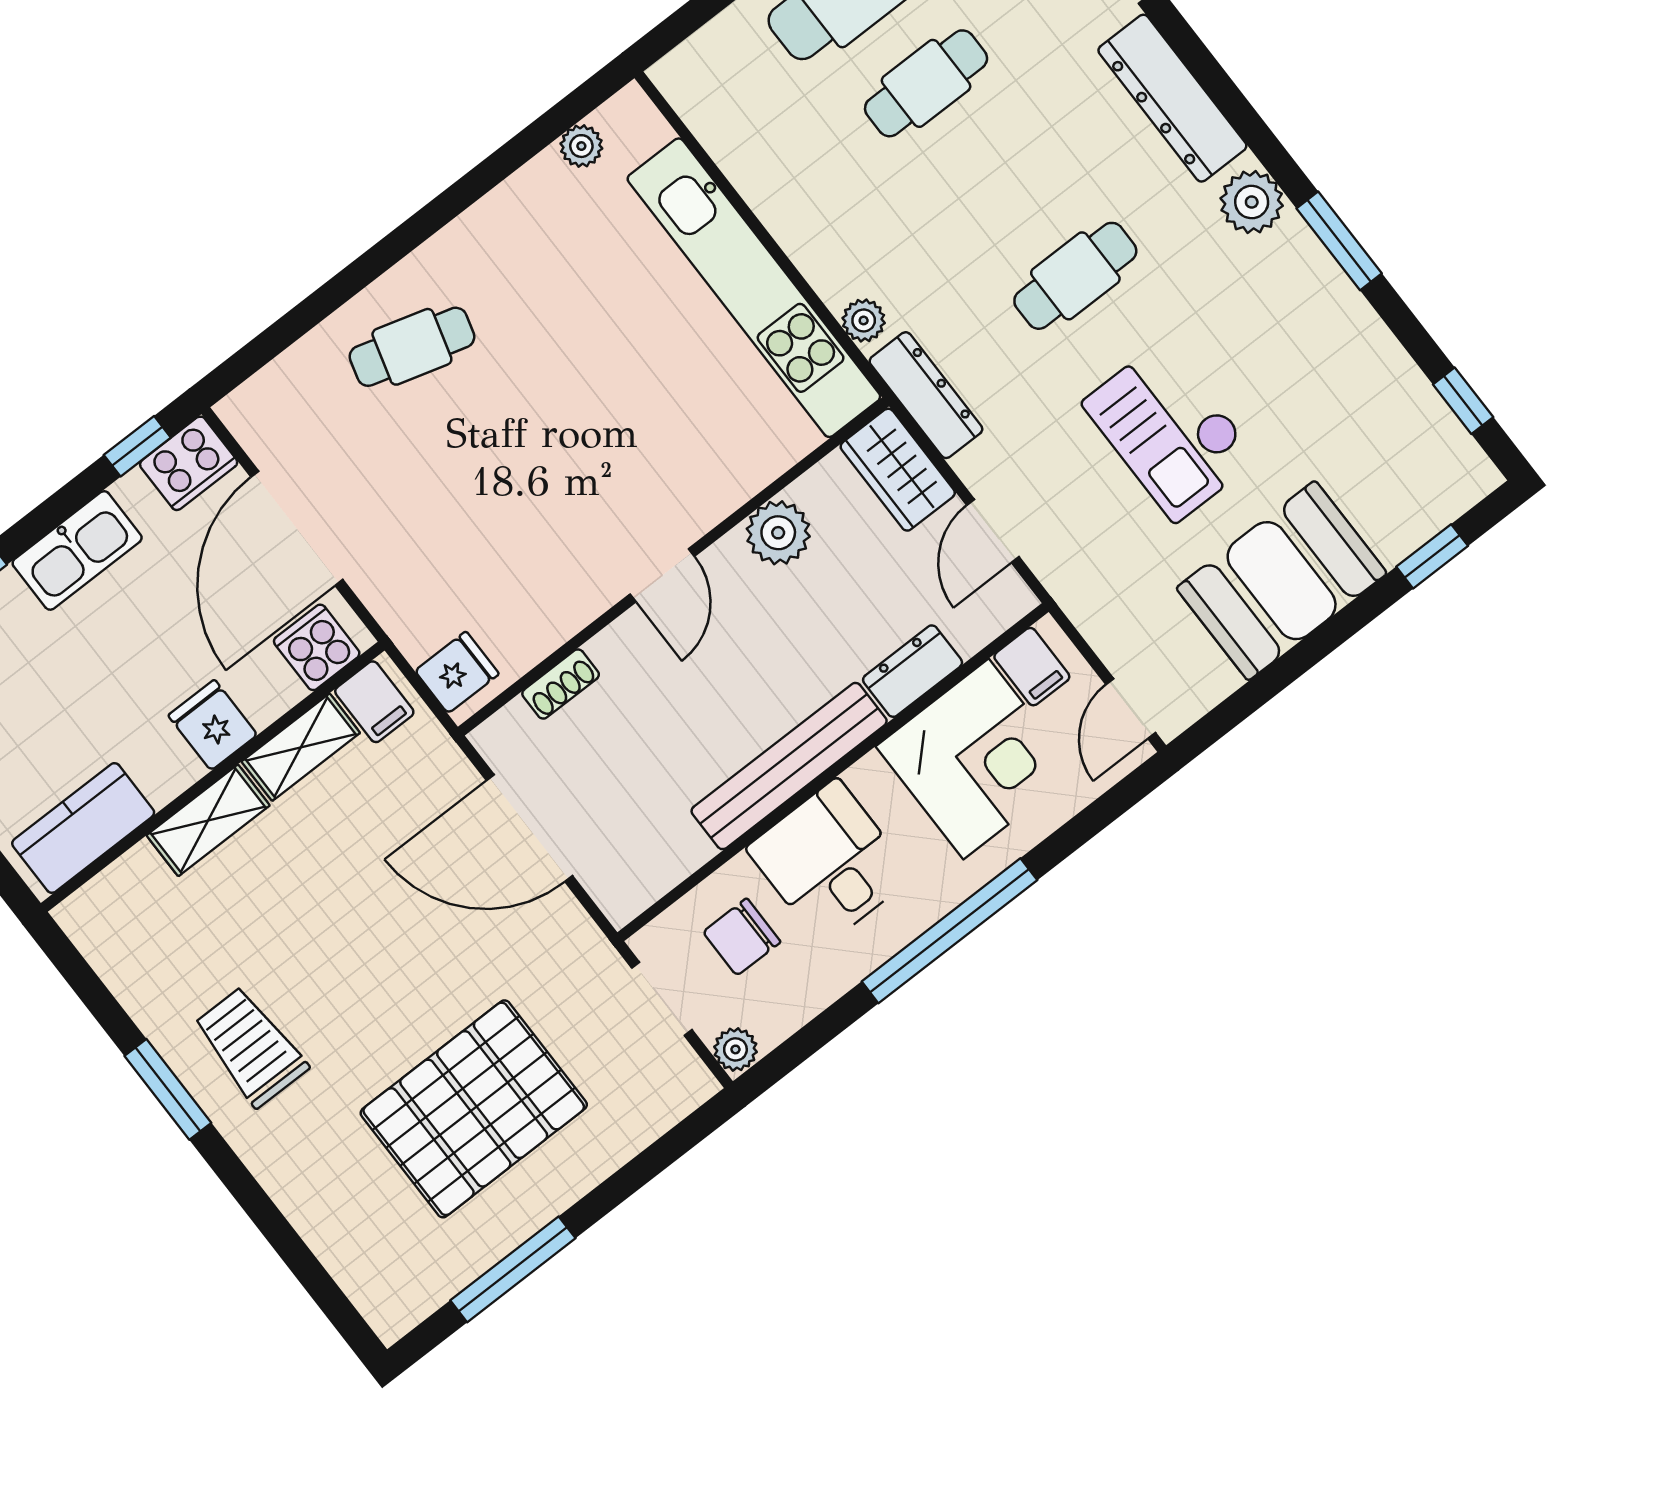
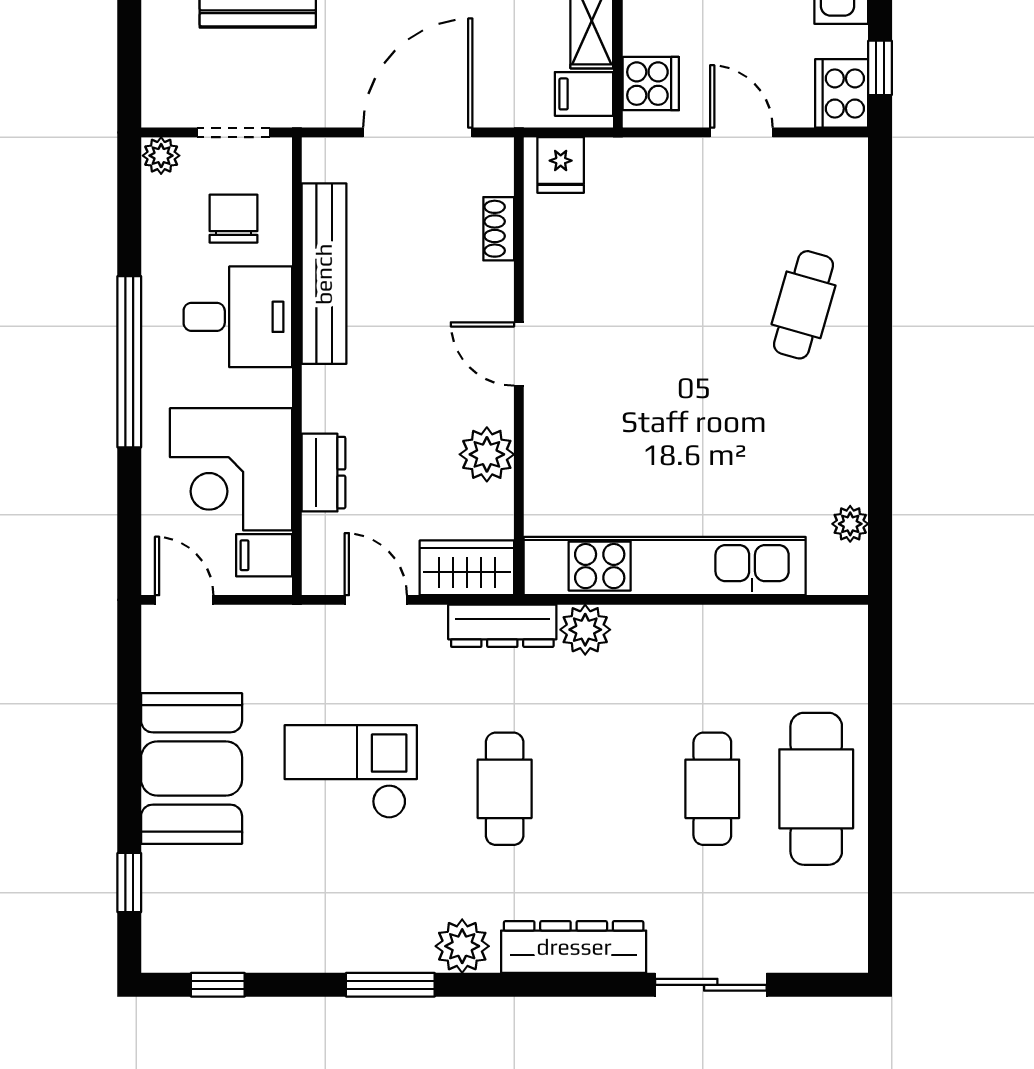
plant: (864, 320) -> (585, 630), width x1.38, depth x1.38
door: (297, 528) -> (741, 132), width x0.53
bench: (789, 766) -> (324, 274), moved

